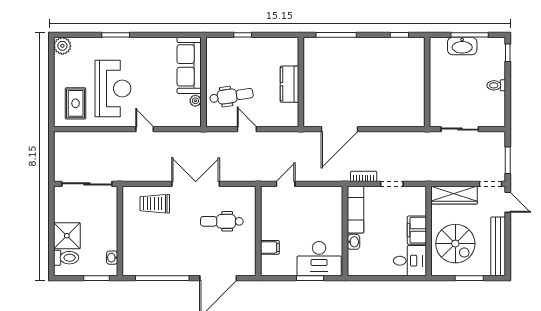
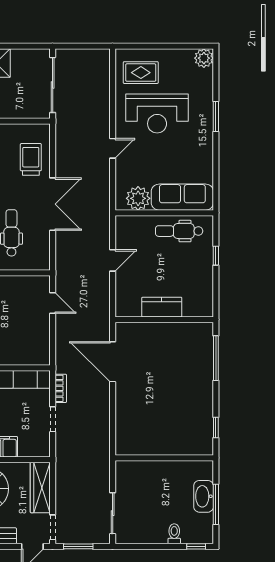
toilet: (496, 85) -> (174, 534), moved
dental chair: (231, 96) -> (179, 231), moved, turned 98
plant: (195, 101) -> (138, 198), width x1.87, depth x1.87
sliding door: (460, 129) -> (113, 513), moved

